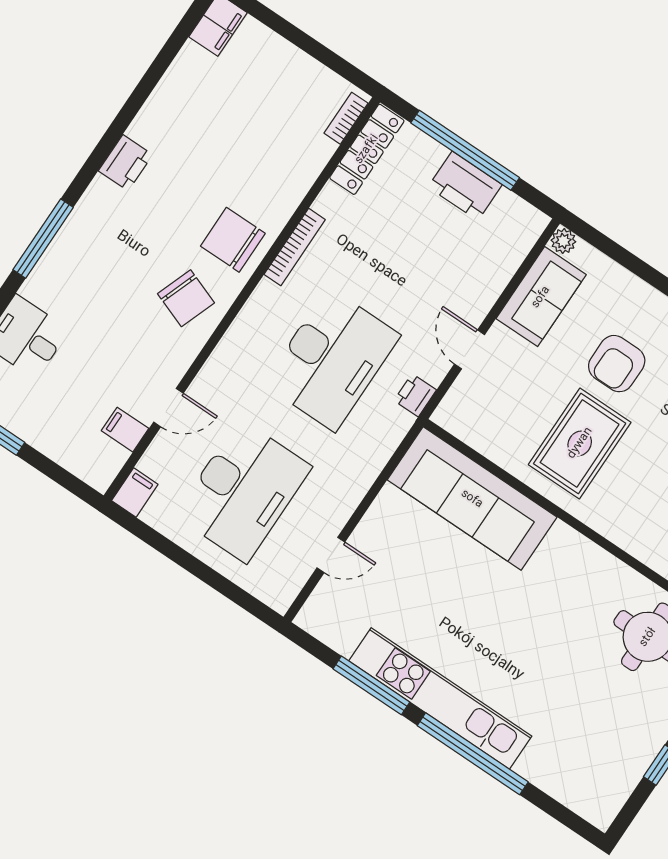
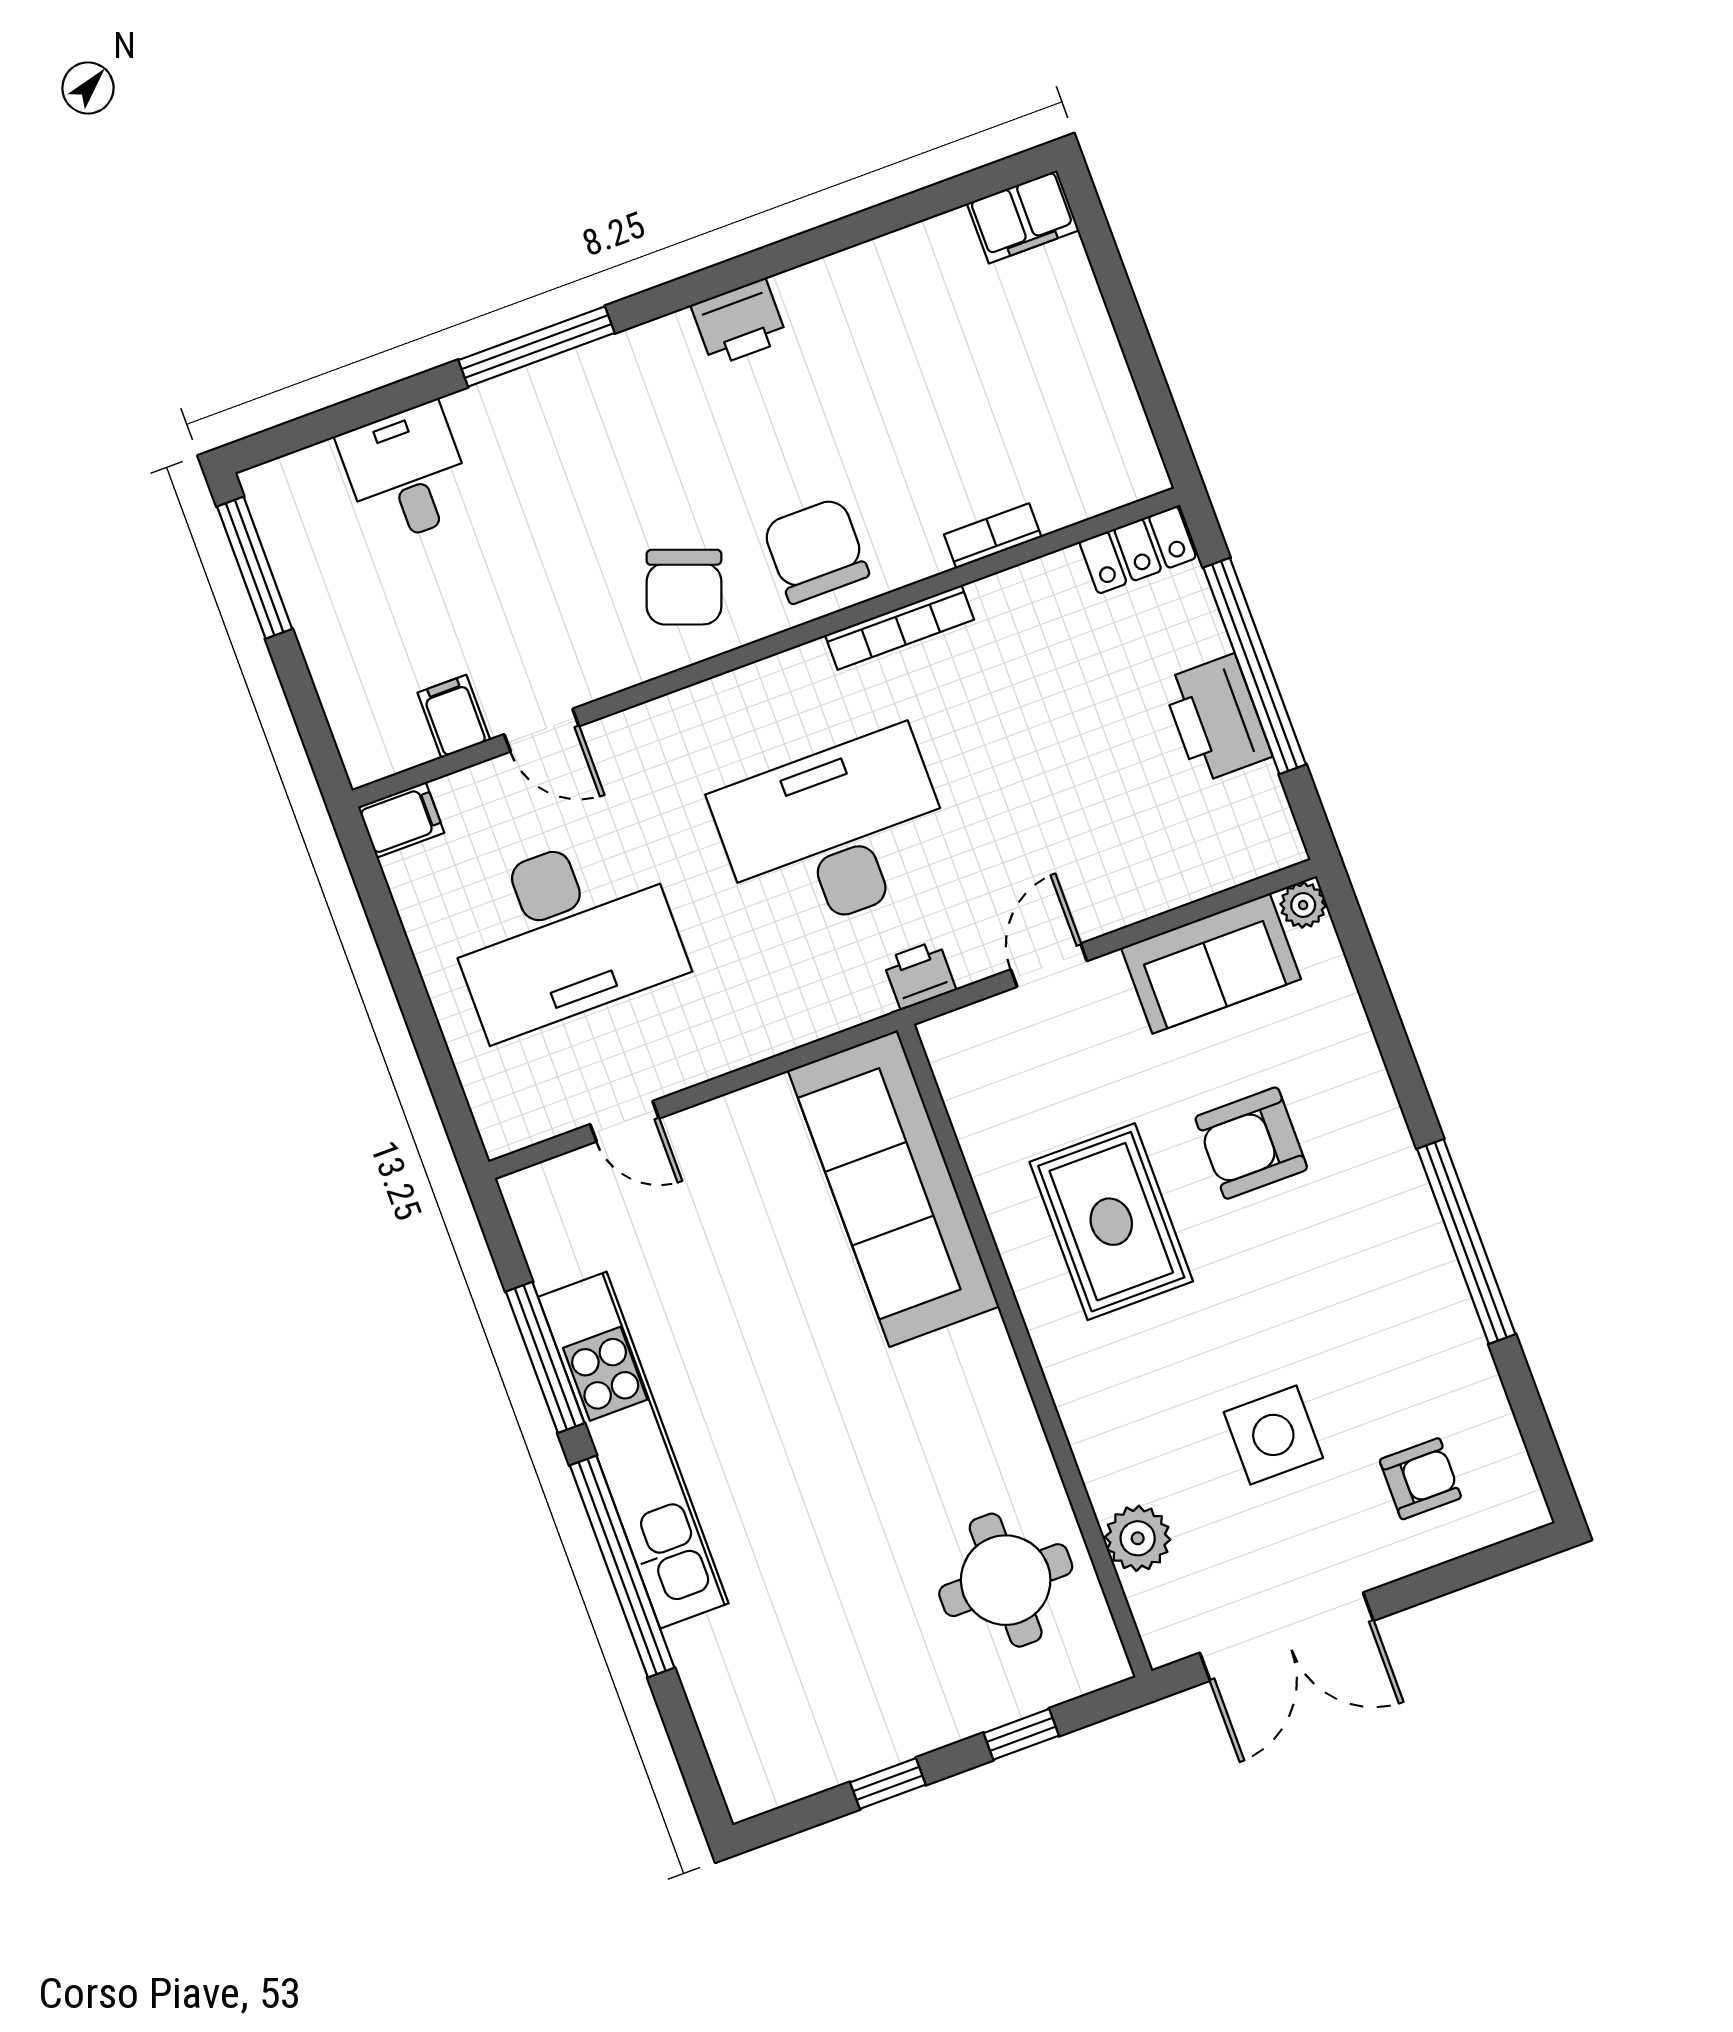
bookcase: (346, 118) -> (993, 536), moved
locker: (367, 149) -> (1138, 550), width x0.66
desk: (332, 360) -> (834, 833), turned 180
rug: (580, 443) -> (1111, 1222), turned 90

